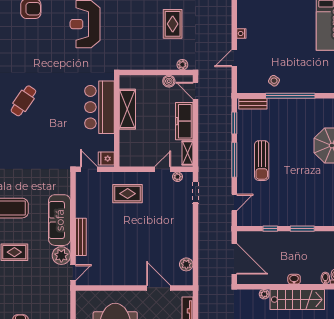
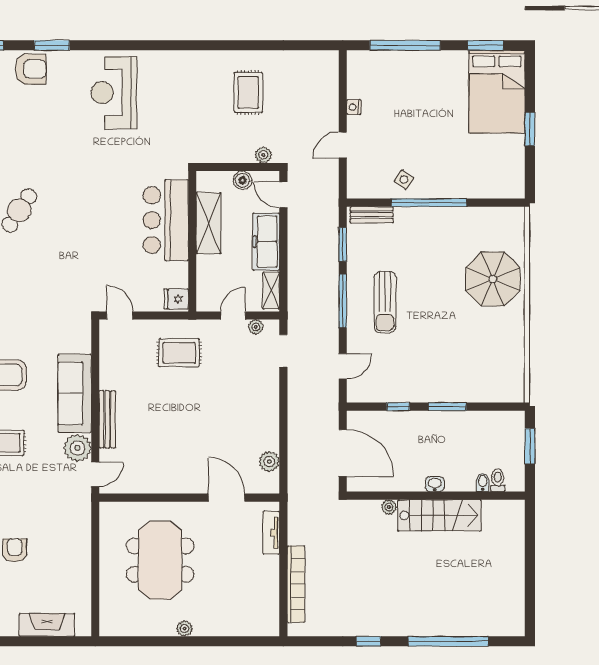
bar counter: (100, 107) -> (166, 220), moved
shelving: (127, 109) -> (209, 223), moved
wall: (117, 121) -> (192, 241), moved
fridge: (106, 159) -> (176, 299), moved

